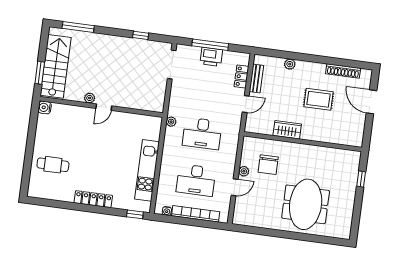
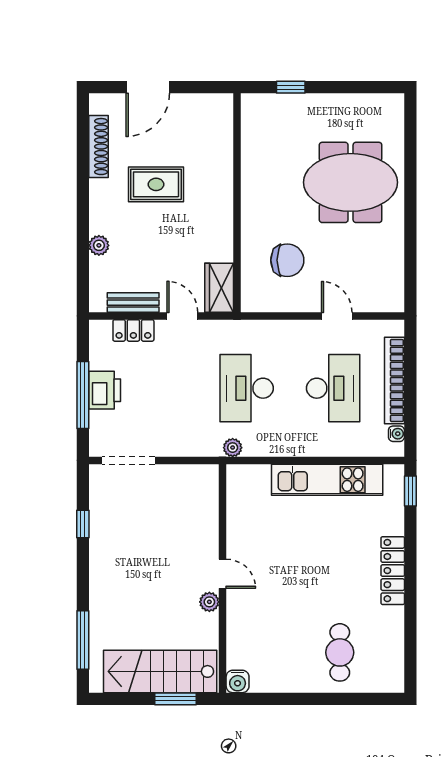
rug: (319, 99) -> (156, 184), turned 90
wardrobe: (287, 130) -> (219, 288), moved
desk: (202, 133) -> (247, 388), turned 180
plant: (244, 171) -> (305, 303), removed

